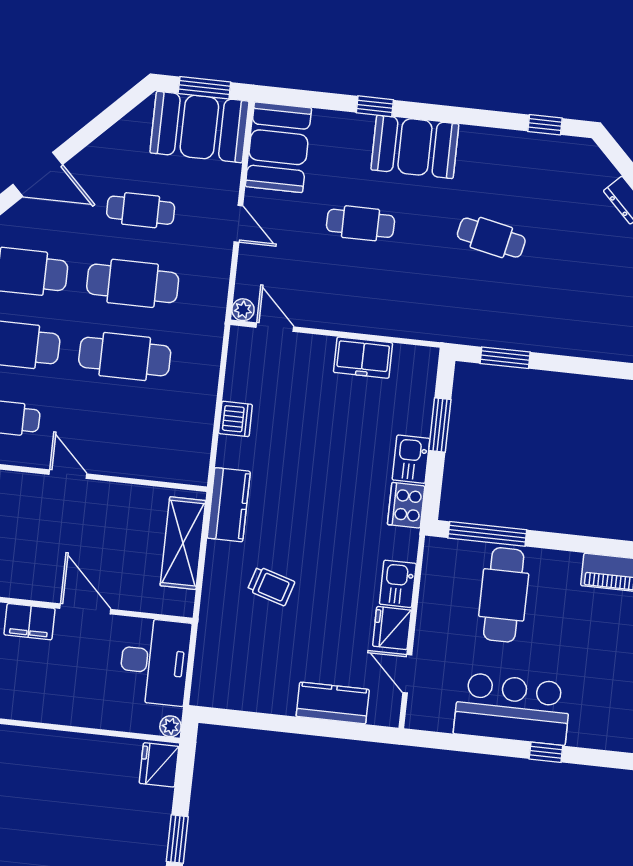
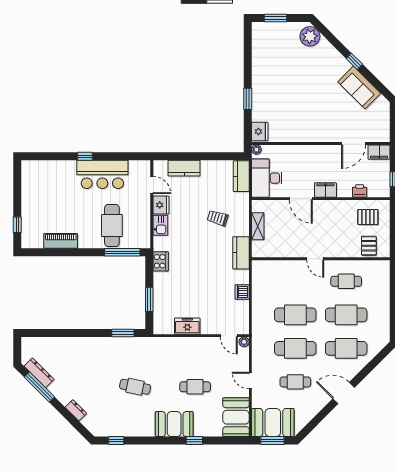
kitchen sink: (411, 459) -> (161, 282), removed
shelving: (183, 543) -> (258, 226), width x0.67, depth x0.75
kitchen counter: (210, 672) -> (241, 176), added

